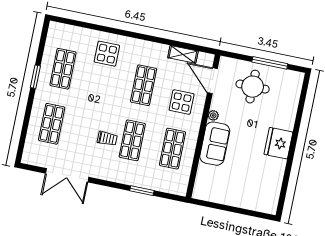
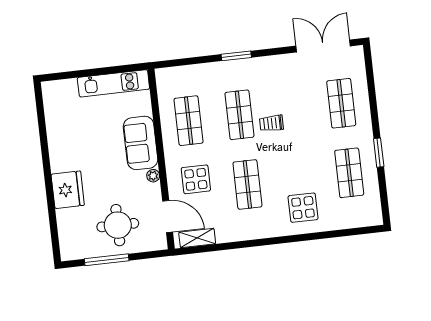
shelving: (183, 54) -> (197, 238), moved
trolley: (107, 139) -> (271, 123), moved
fridge: (278, 143) -> (68, 190), moved
double door: (67, 175) -> (323, 46), moved
window: (142, 191) -> (236, 56), moved
kitchen unit: (220, 196) -> (113, 83), added

